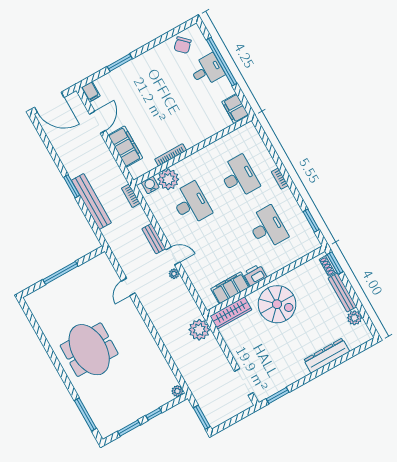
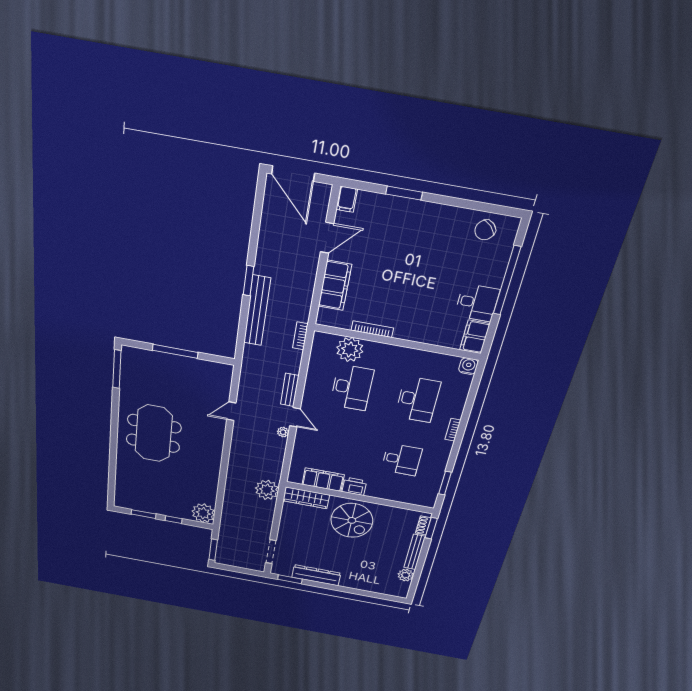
desk: (207, 70) -> (477, 303), moved
water cooler: (150, 185) -> (468, 366), moved
desk: (267, 228) -> (402, 459), width x0.73
dresser: (327, 356) -> (316, 575), moved
plant: (177, 391) -> (203, 513), width x1.88, depth x1.88
window: (85, 414) -> (117, 369), moved

